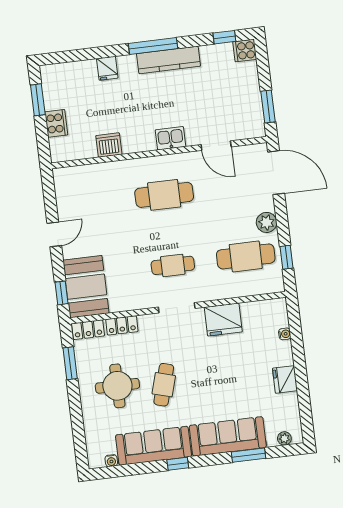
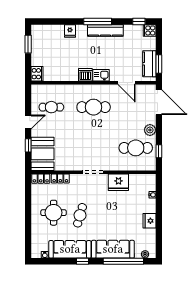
kitchen counter: (251, 108) -> (149, 64), added
cooker: (56, 123) -> (37, 74), moved
dishwasher: (109, 145) -> (85, 75), moved
cafe table: (173, 265) -> (51, 107), moved
window: (61, 293) -> (28, 145), moved
window: (70, 363) -> (28, 196), removed
window: (249, 455) -> (123, 261), width x2.11

